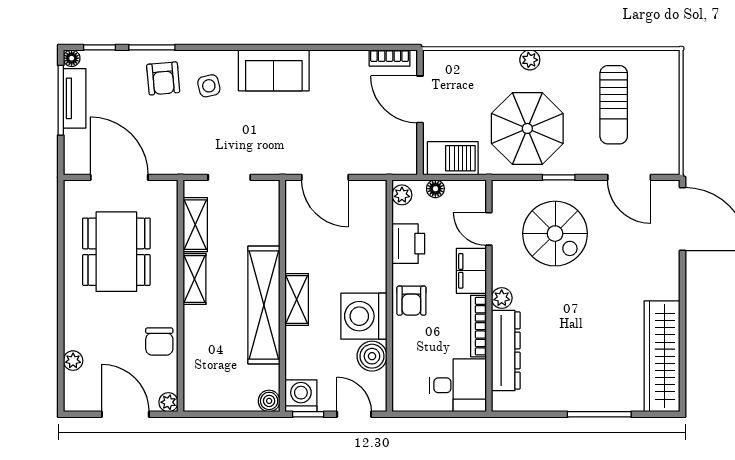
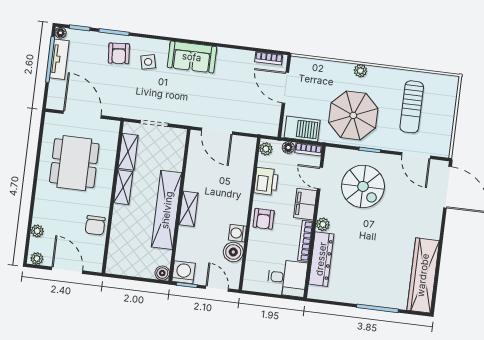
bookcase: (466, 188) -> (308, 149), added
washing machine: (364, 316) -> (237, 233), width x0.53, depth x0.53
plant: (168, 402) -> (37, 259), moved

